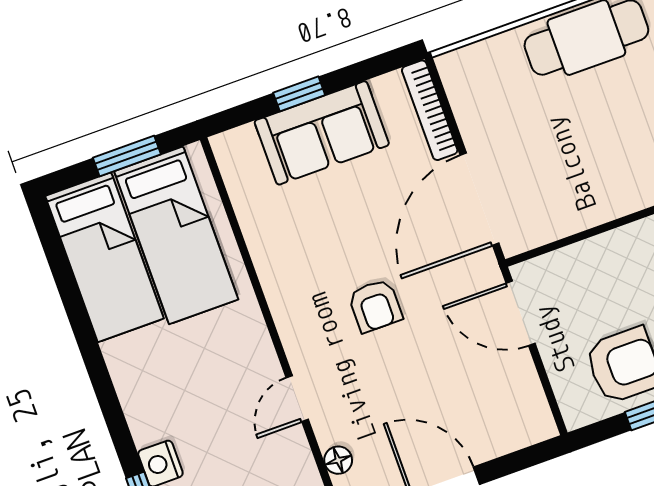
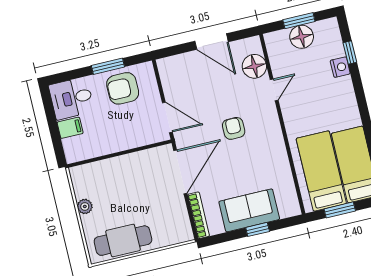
floor lamp: (338, 460) -> (254, 66), width x1.89, depth x1.89

